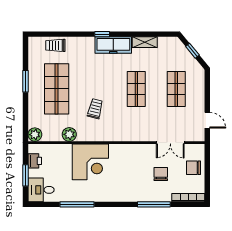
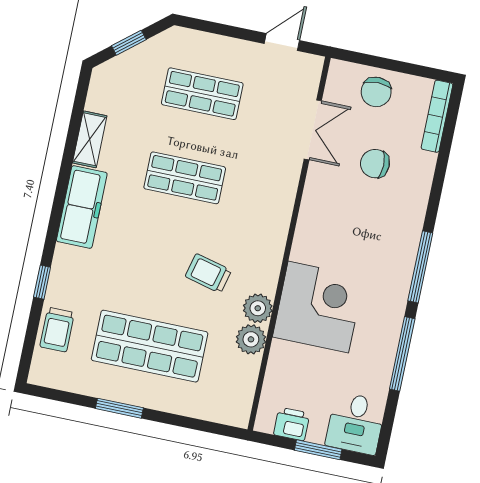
window: (102, 34) -> (42, 282), moved
plant: (35, 135) -> (258, 308), moved
window: (154, 204) -> (420, 267), moved

